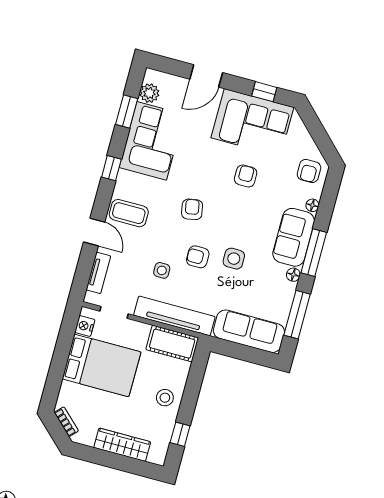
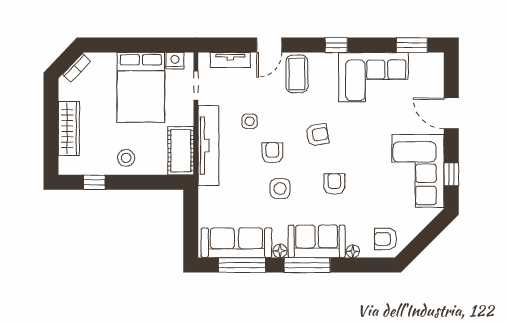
plant: (149, 93) -> (420, 62), removed
window: (127, 111) -> (412, 45), moved
armchair: (246, 176) -> (334, 184), moved, turned -90
sofa: (249, 331) -> (236, 243), moved, turned -90

